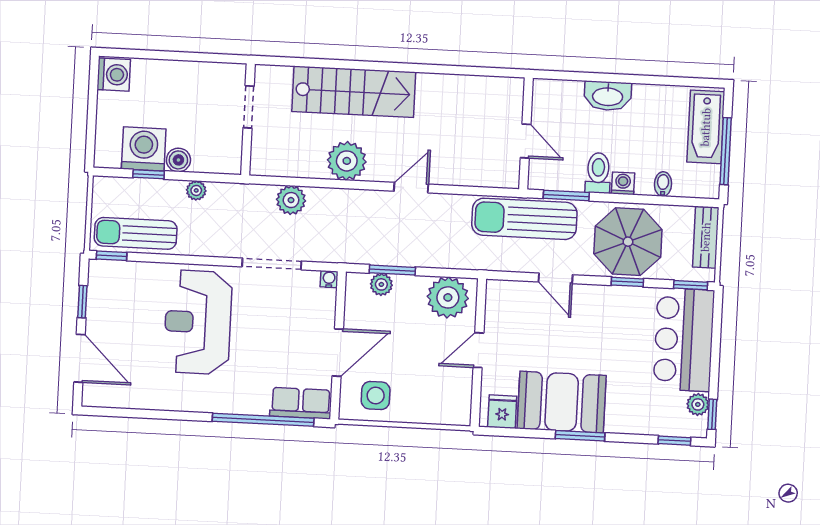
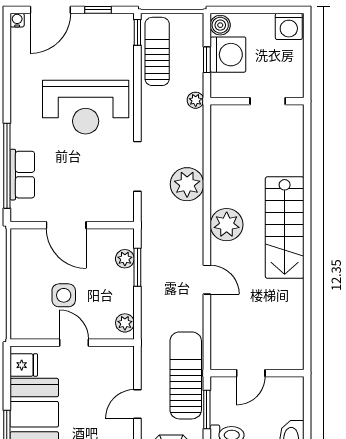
doorway: (249, 107) -> (268, 101), moved
wall: (248, 119) -> (257, 101), moved
boiler: (178, 160) -> (220, 25), moved
plant: (291, 200) -> (187, 184), width x1.36, depth x1.36
water cooler: (329, 279) -> (17, 20), moved, turned -90
plant: (448, 297) -> (125, 323), width x0.53, depth x0.53
reception desk: (198, 322) -> (86, 107), turned 180
side table: (376, 396) -> (64, 295), moved
row of seats: (301, 403) -> (22, 175), moved

